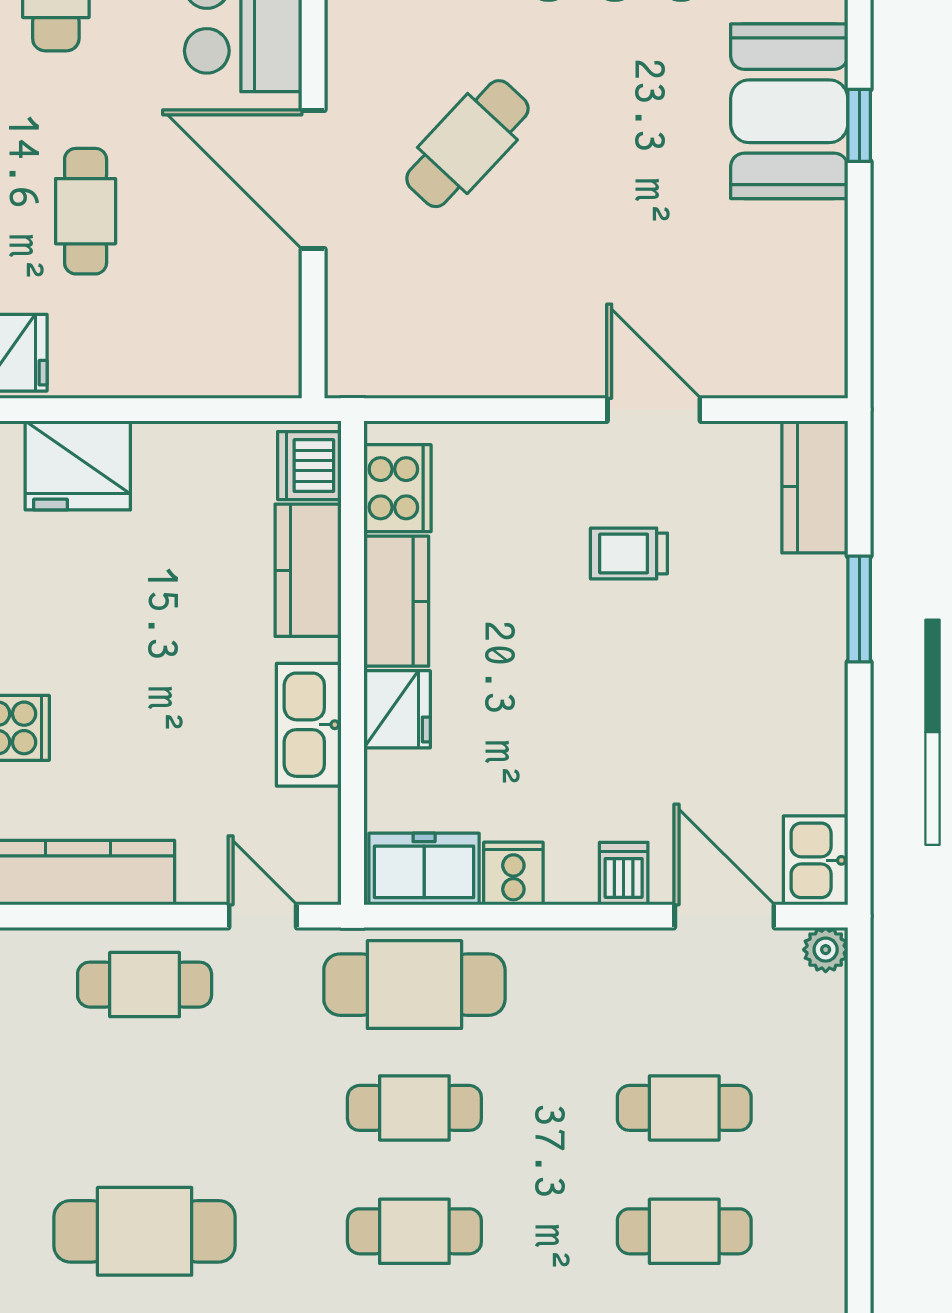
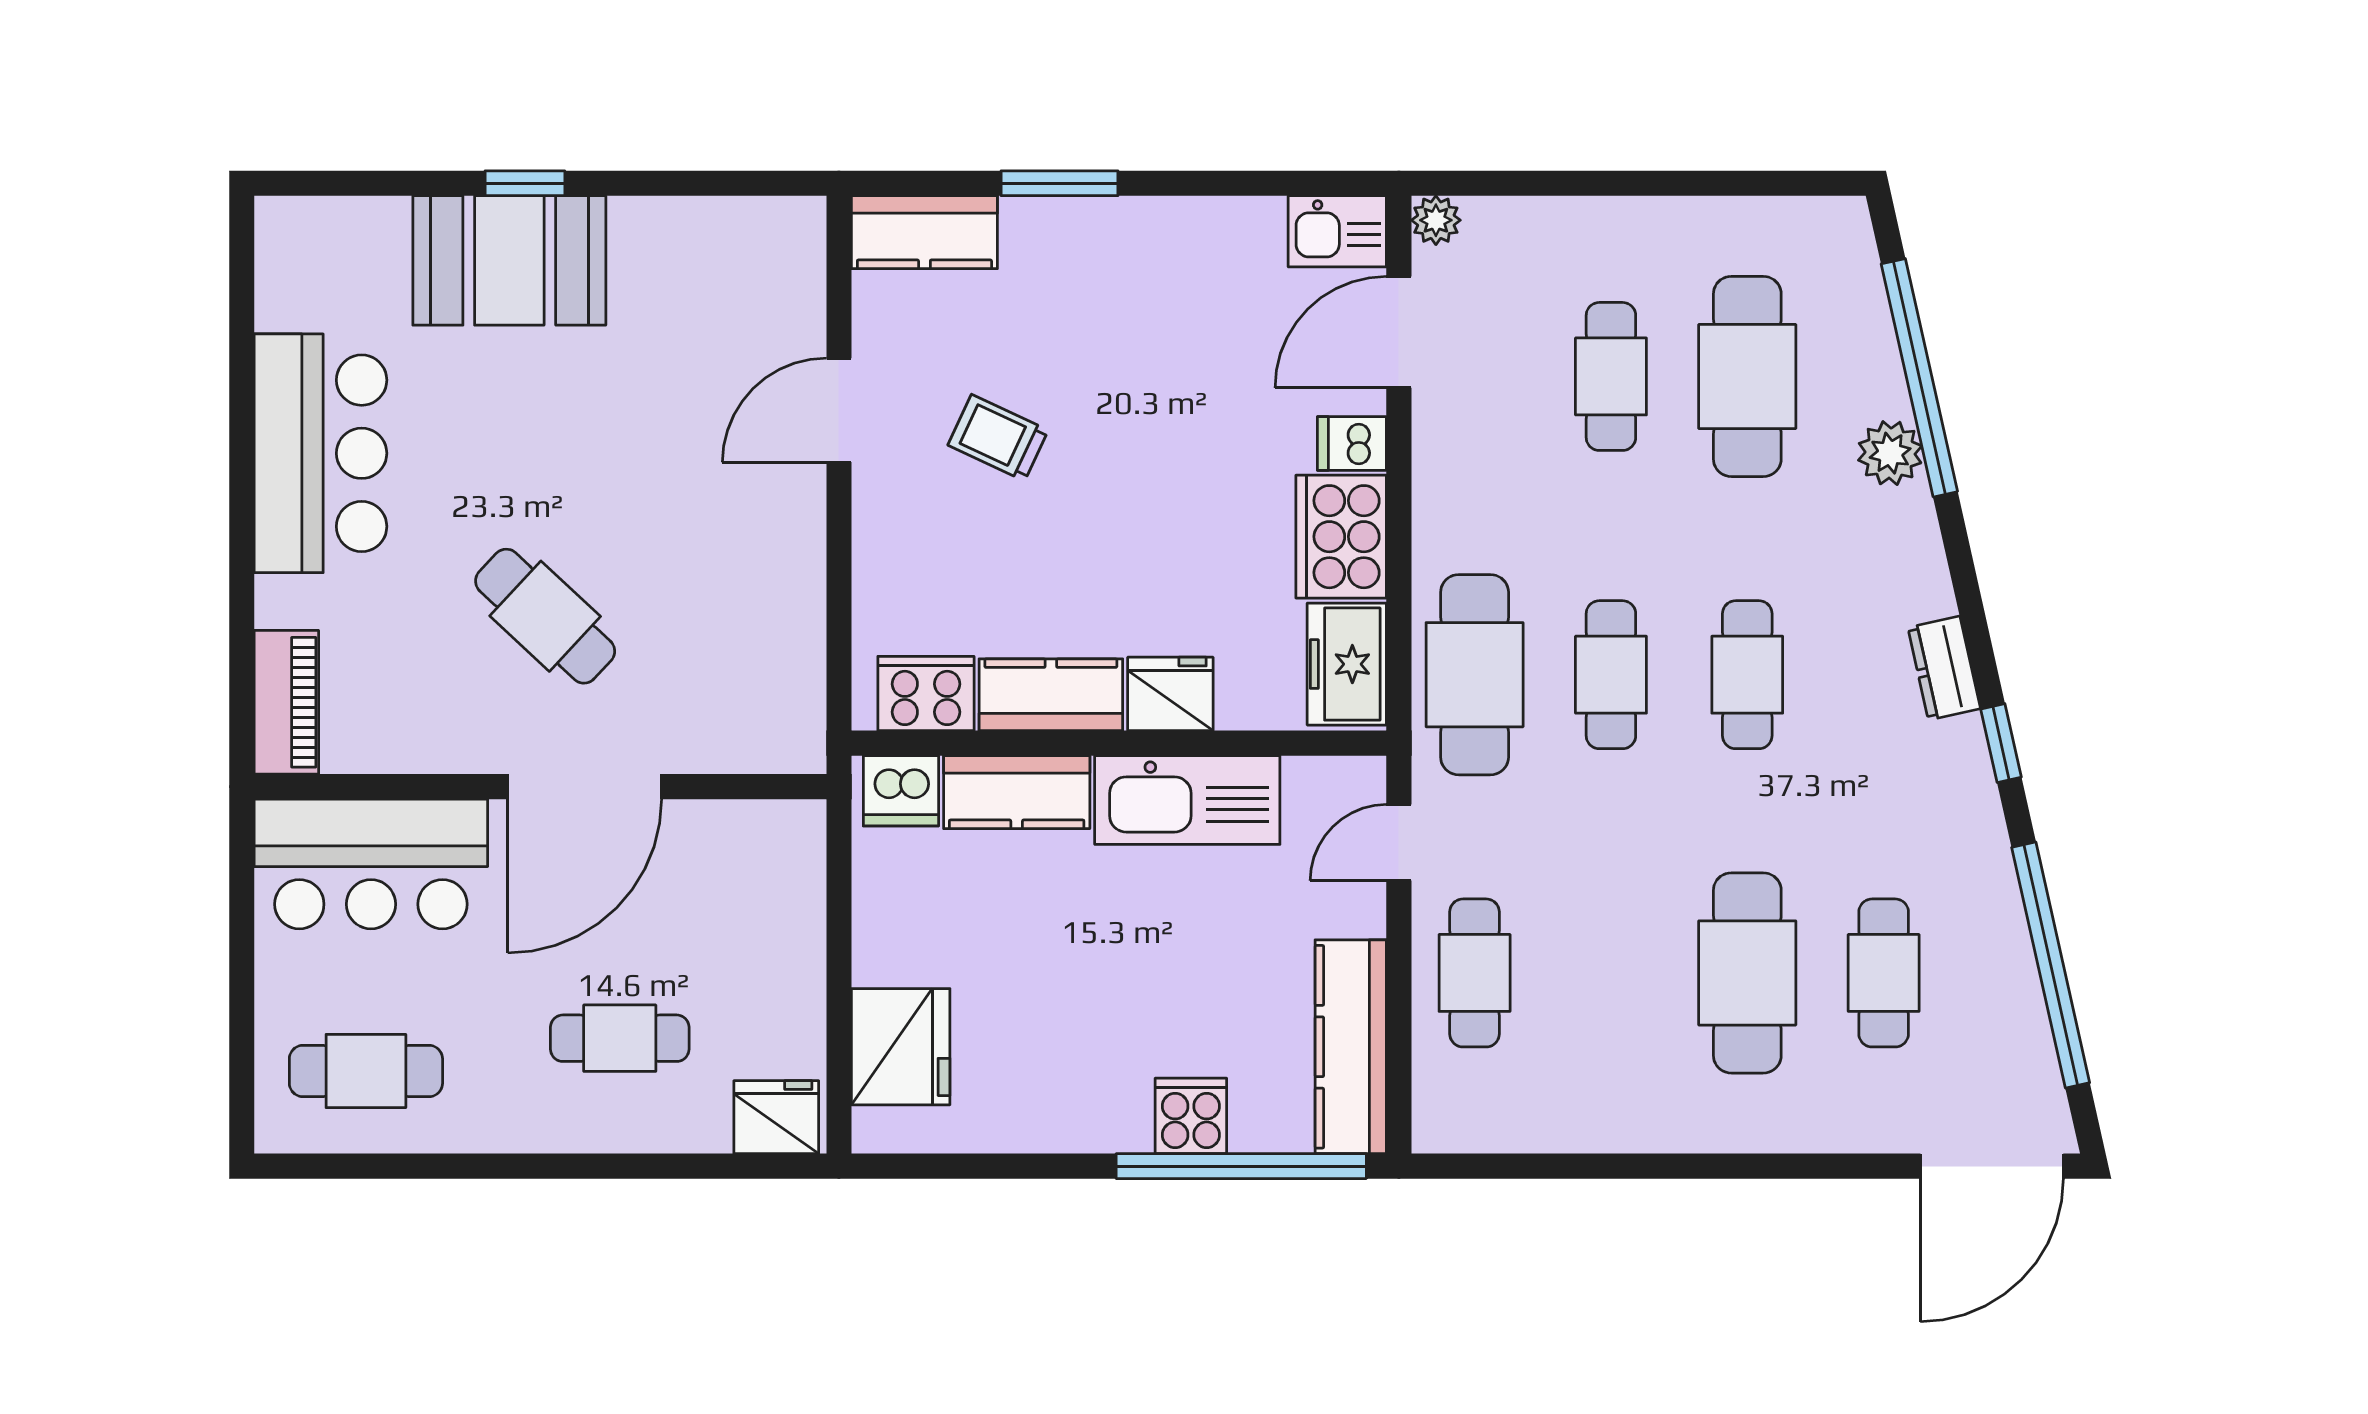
trolley: (629, 553) -> (998, 438), turned 115
kitchen sink: (309, 725) -> (1187, 800), width x1.36, depth x1.24
cooker: (513, 874) -> (1341, 537), width x1.87, depth x1.31
cafe table: (684, 1231) -> (1747, 376), width x1.37, depth x1.35

